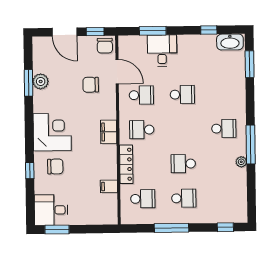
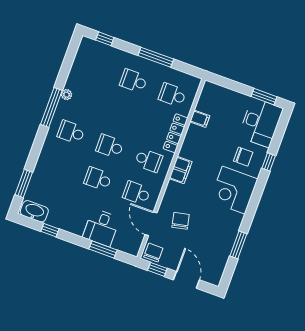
plant: (41, 81) -> (227, 242), removed
chair: (91, 85) -> (181, 221), turned -102
school desk: (183, 164) -> (110, 146), moved, turned 180
chair: (55, 166) -> (243, 157), turned 180
desk: (51, 210) -> (261, 123), width x1.37

